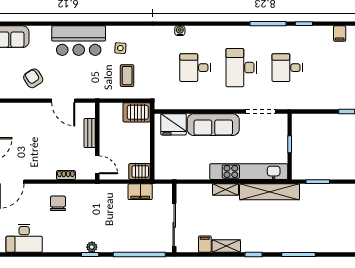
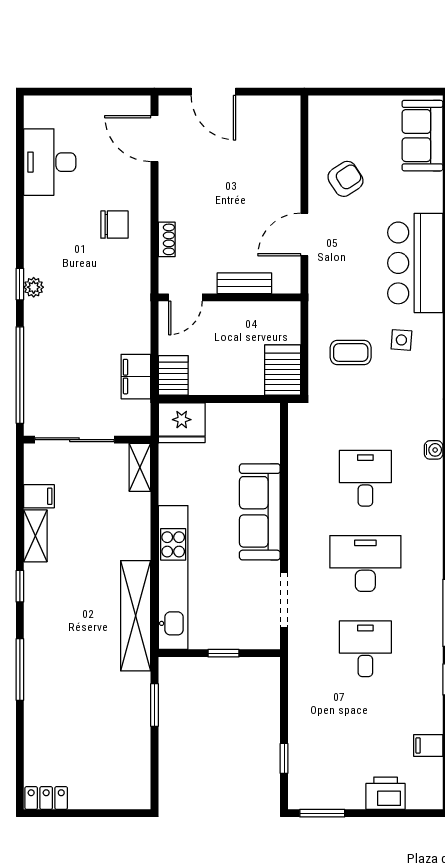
fridge: (174, 124) -> (182, 423), moved, turned -90
shelving: (226, 190) -> (140, 467), moved

